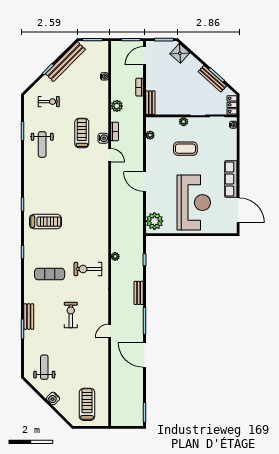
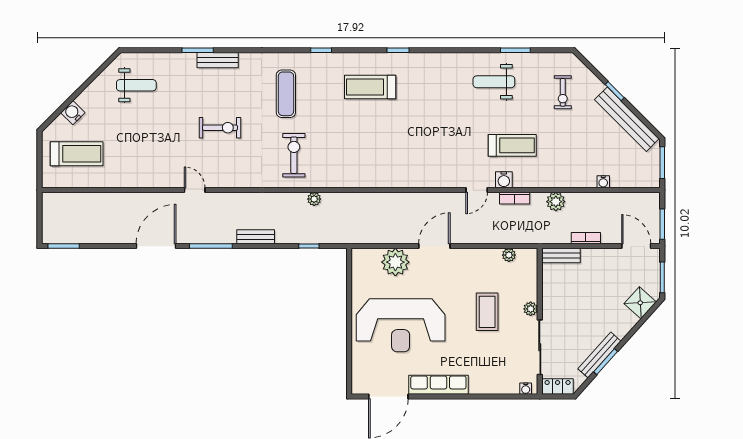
plant: (154, 221) -> (395, 262), moved
treadmill: (45, 222) -> (370, 87), turned 90
water cooler: (53, 398) -> (73, 113), moved

